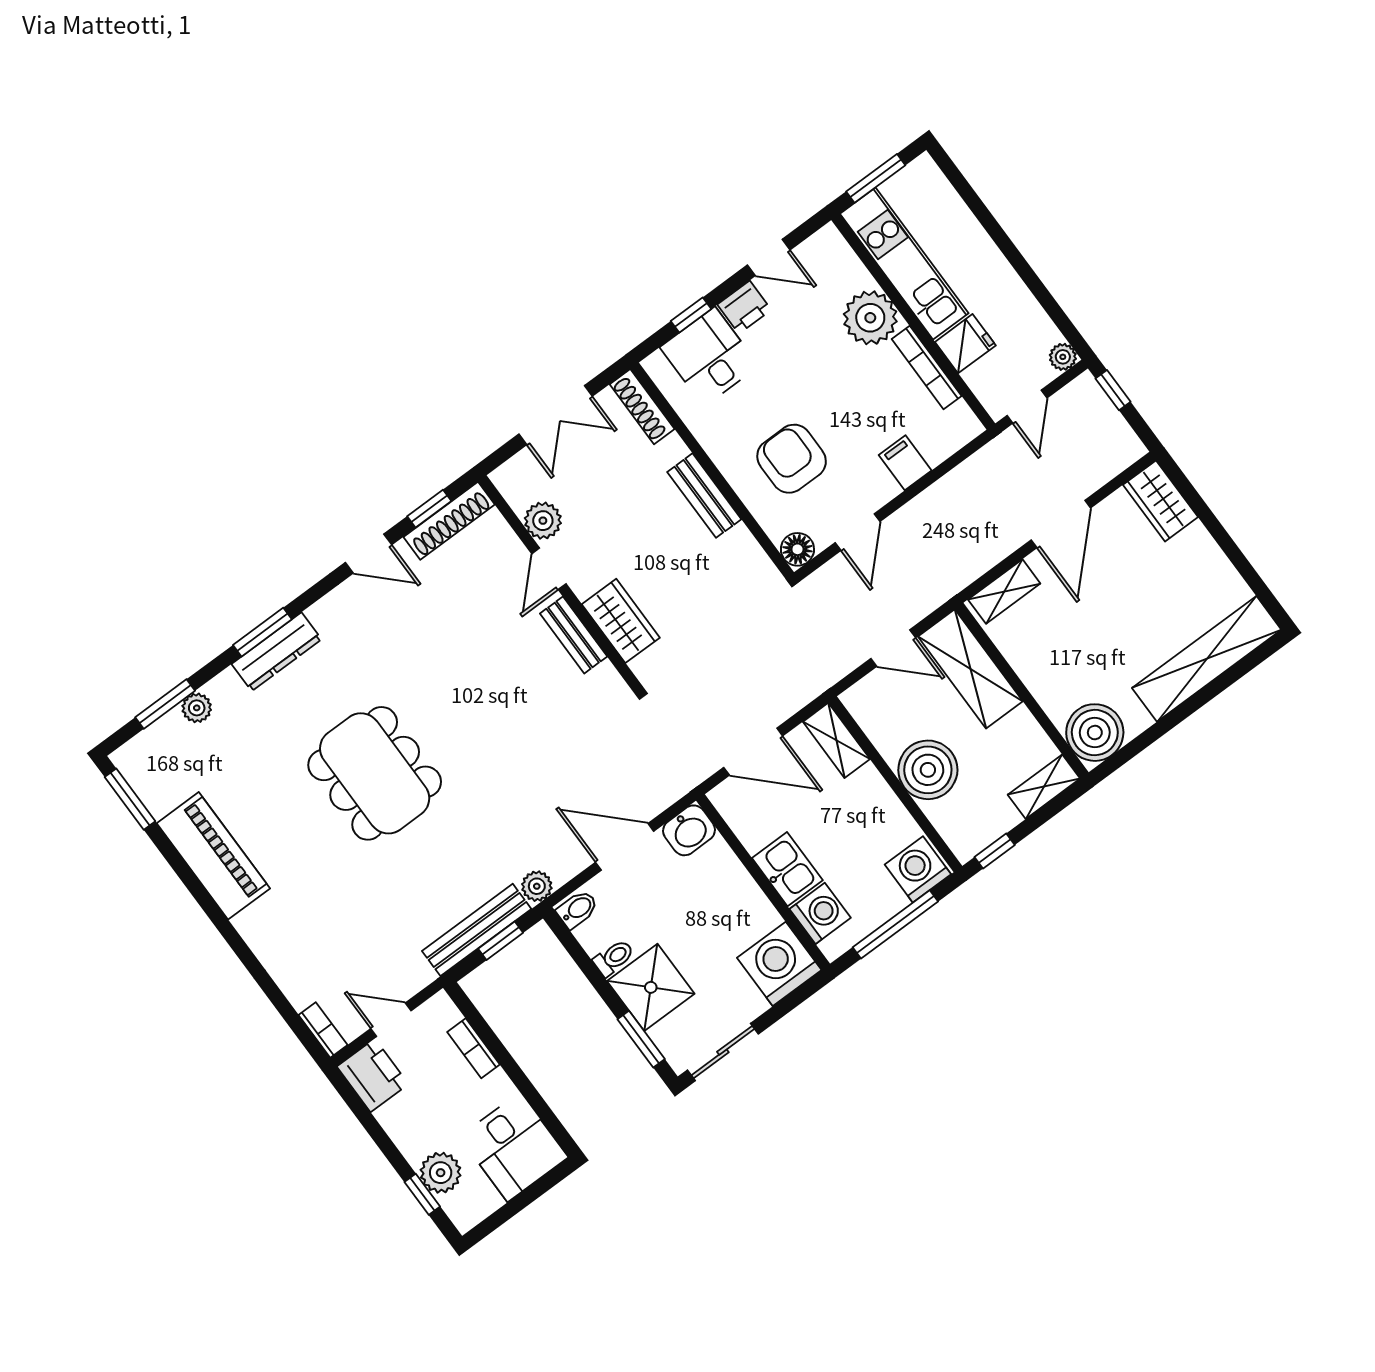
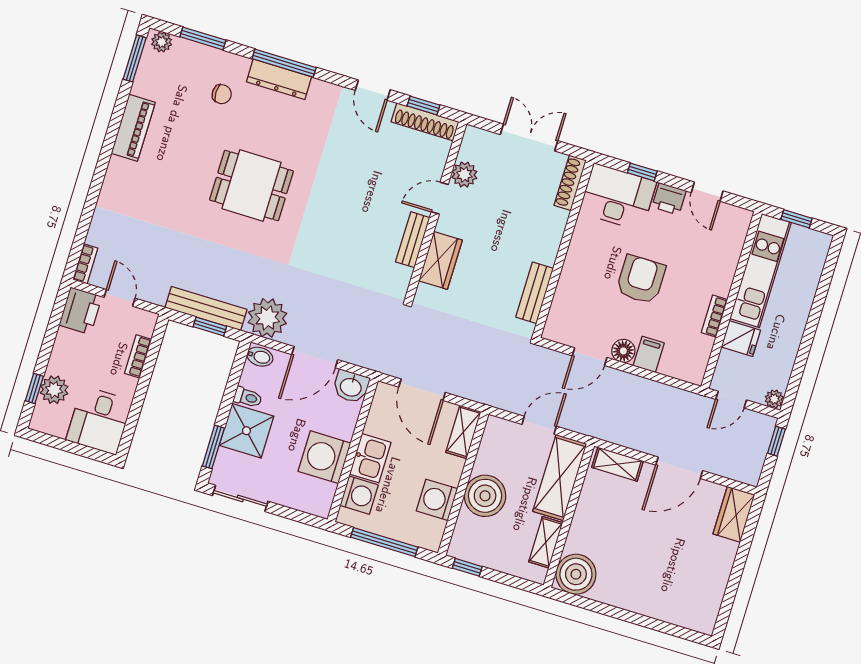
window: (876, 178) -> (797, 219), width x0.67
plant: (870, 318) -> (716, 274), removed
desk: (709, 357) -> (618, 197), width x1.37
bookcase: (927, 368) -> (714, 316), width x0.64
double door: (556, 415) -> (529, 138), swing flipped
armchair: (792, 459) -> (641, 279), moved
bench: (704, 496) -> (535, 293), moved
floor lamp: (797, 549) -> (623, 351), moved
window: (262, 632) -> (284, 63), width x1.44
door: (893, 648) -> (539, 425), swing flipped
shelving: (1207, 659) -> (664, 606), removed
plant: (197, 708) -> (162, 42), moved
chair: (245, 730) -> (222, 94), added
dining table: (375, 773) -> (252, 186), width x0.73
shelving: (1044, 787) -> (546, 542), moved, turned 90
door: (625, 847) -> (315, 357), swing flipped
piano: (213, 856) -> (133, 128), width x0.73, depth x0.75
washing machine: (918, 869) -> (437, 500), moved, turned -90
plant: (537, 886) -> (267, 318), width x1.87, depth x1.87
washing machine: (779, 964) -> (324, 457), moved, turned -90

